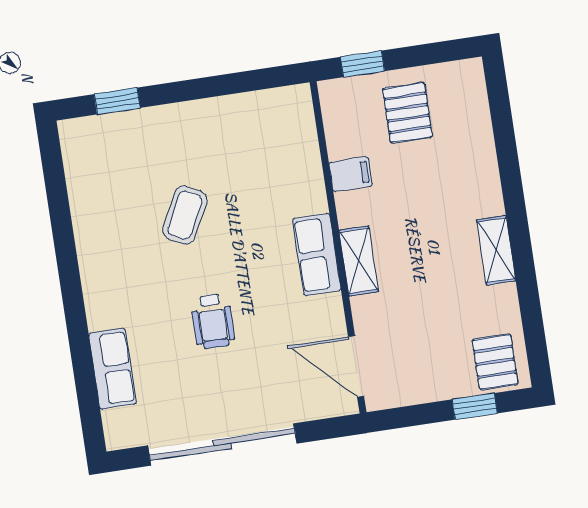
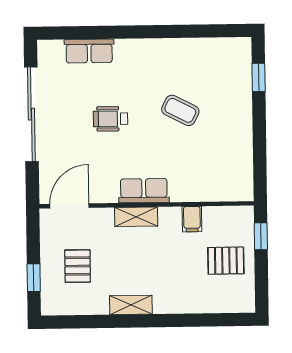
pallet: (495, 362) -> (78, 266), moved, turned 90

